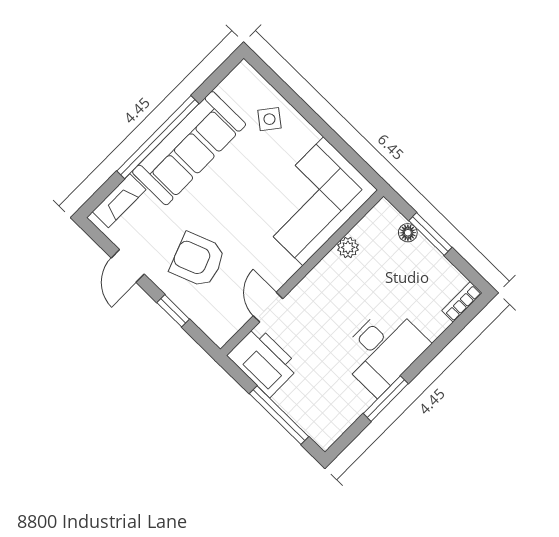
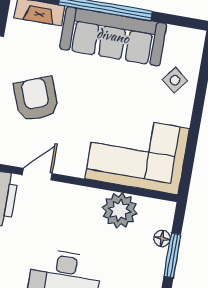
plant: (348, 247) -> (120, 210), width x1.88, depth x1.88

